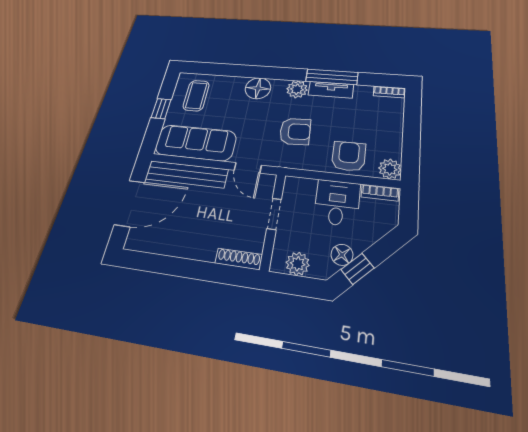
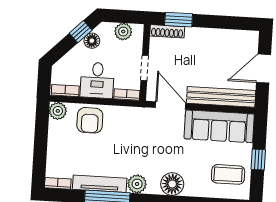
tv unit: (331, 90) -> (100, 184), width x1.41
coffee table: (196, 96) -> (228, 174), turned 90
armchair: (295, 131) -> (135, 141), removed
door: (248, 168) -> (171, 106), width x1.38
bookcase: (300, 183) -> (127, 95), added
door: (130, 203) -> (264, 69), width x0.73
window: (221, 274) -> (179, 20), added

